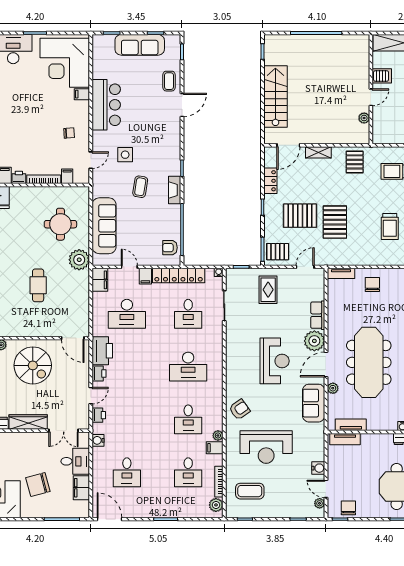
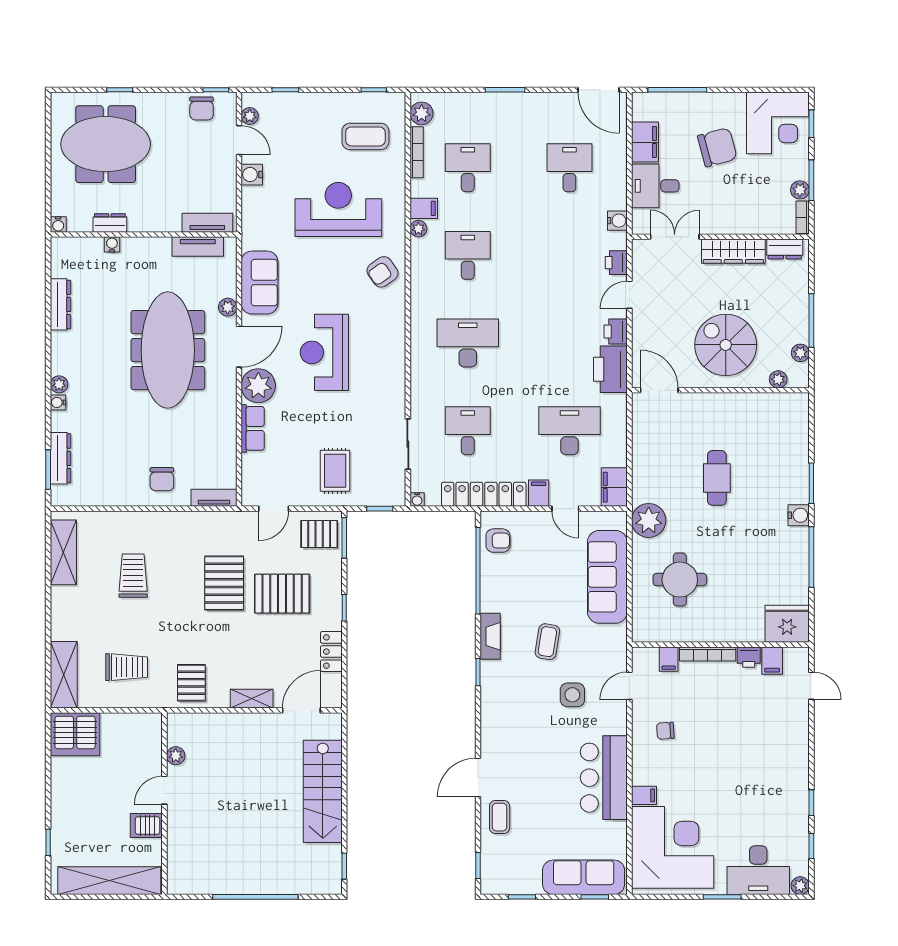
sofa: (140, 45) -> (584, 877), moved

